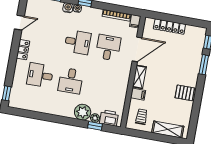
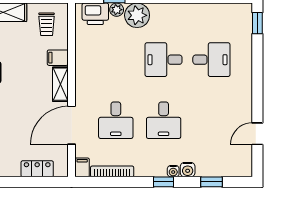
locker: (169, 27) -> (37, 169), width x0.66
desk: (78, 42) -> (164, 120), turned -90
locker: (23, 50) -> (244, 94), removed
desk: (71, 81) -> (164, 60), turned -90

